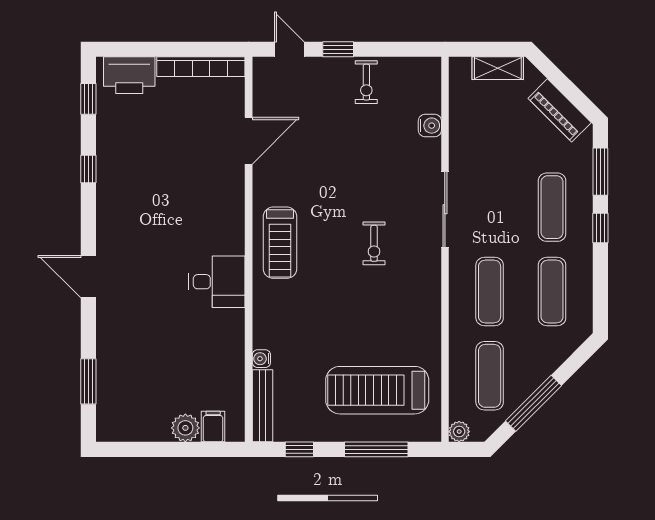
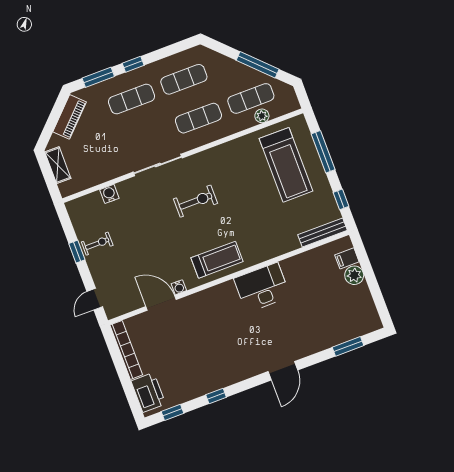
window: (338, 49) -> (77, 252), moved
exercise bike: (374, 243) -> (196, 201), width x1.38, depth x1.39
desk: (217, 282) -> (262, 288), width x1.37
water cooler: (261, 359) -> (179, 287), moved
plant: (459, 432) -> (262, 116), moved

